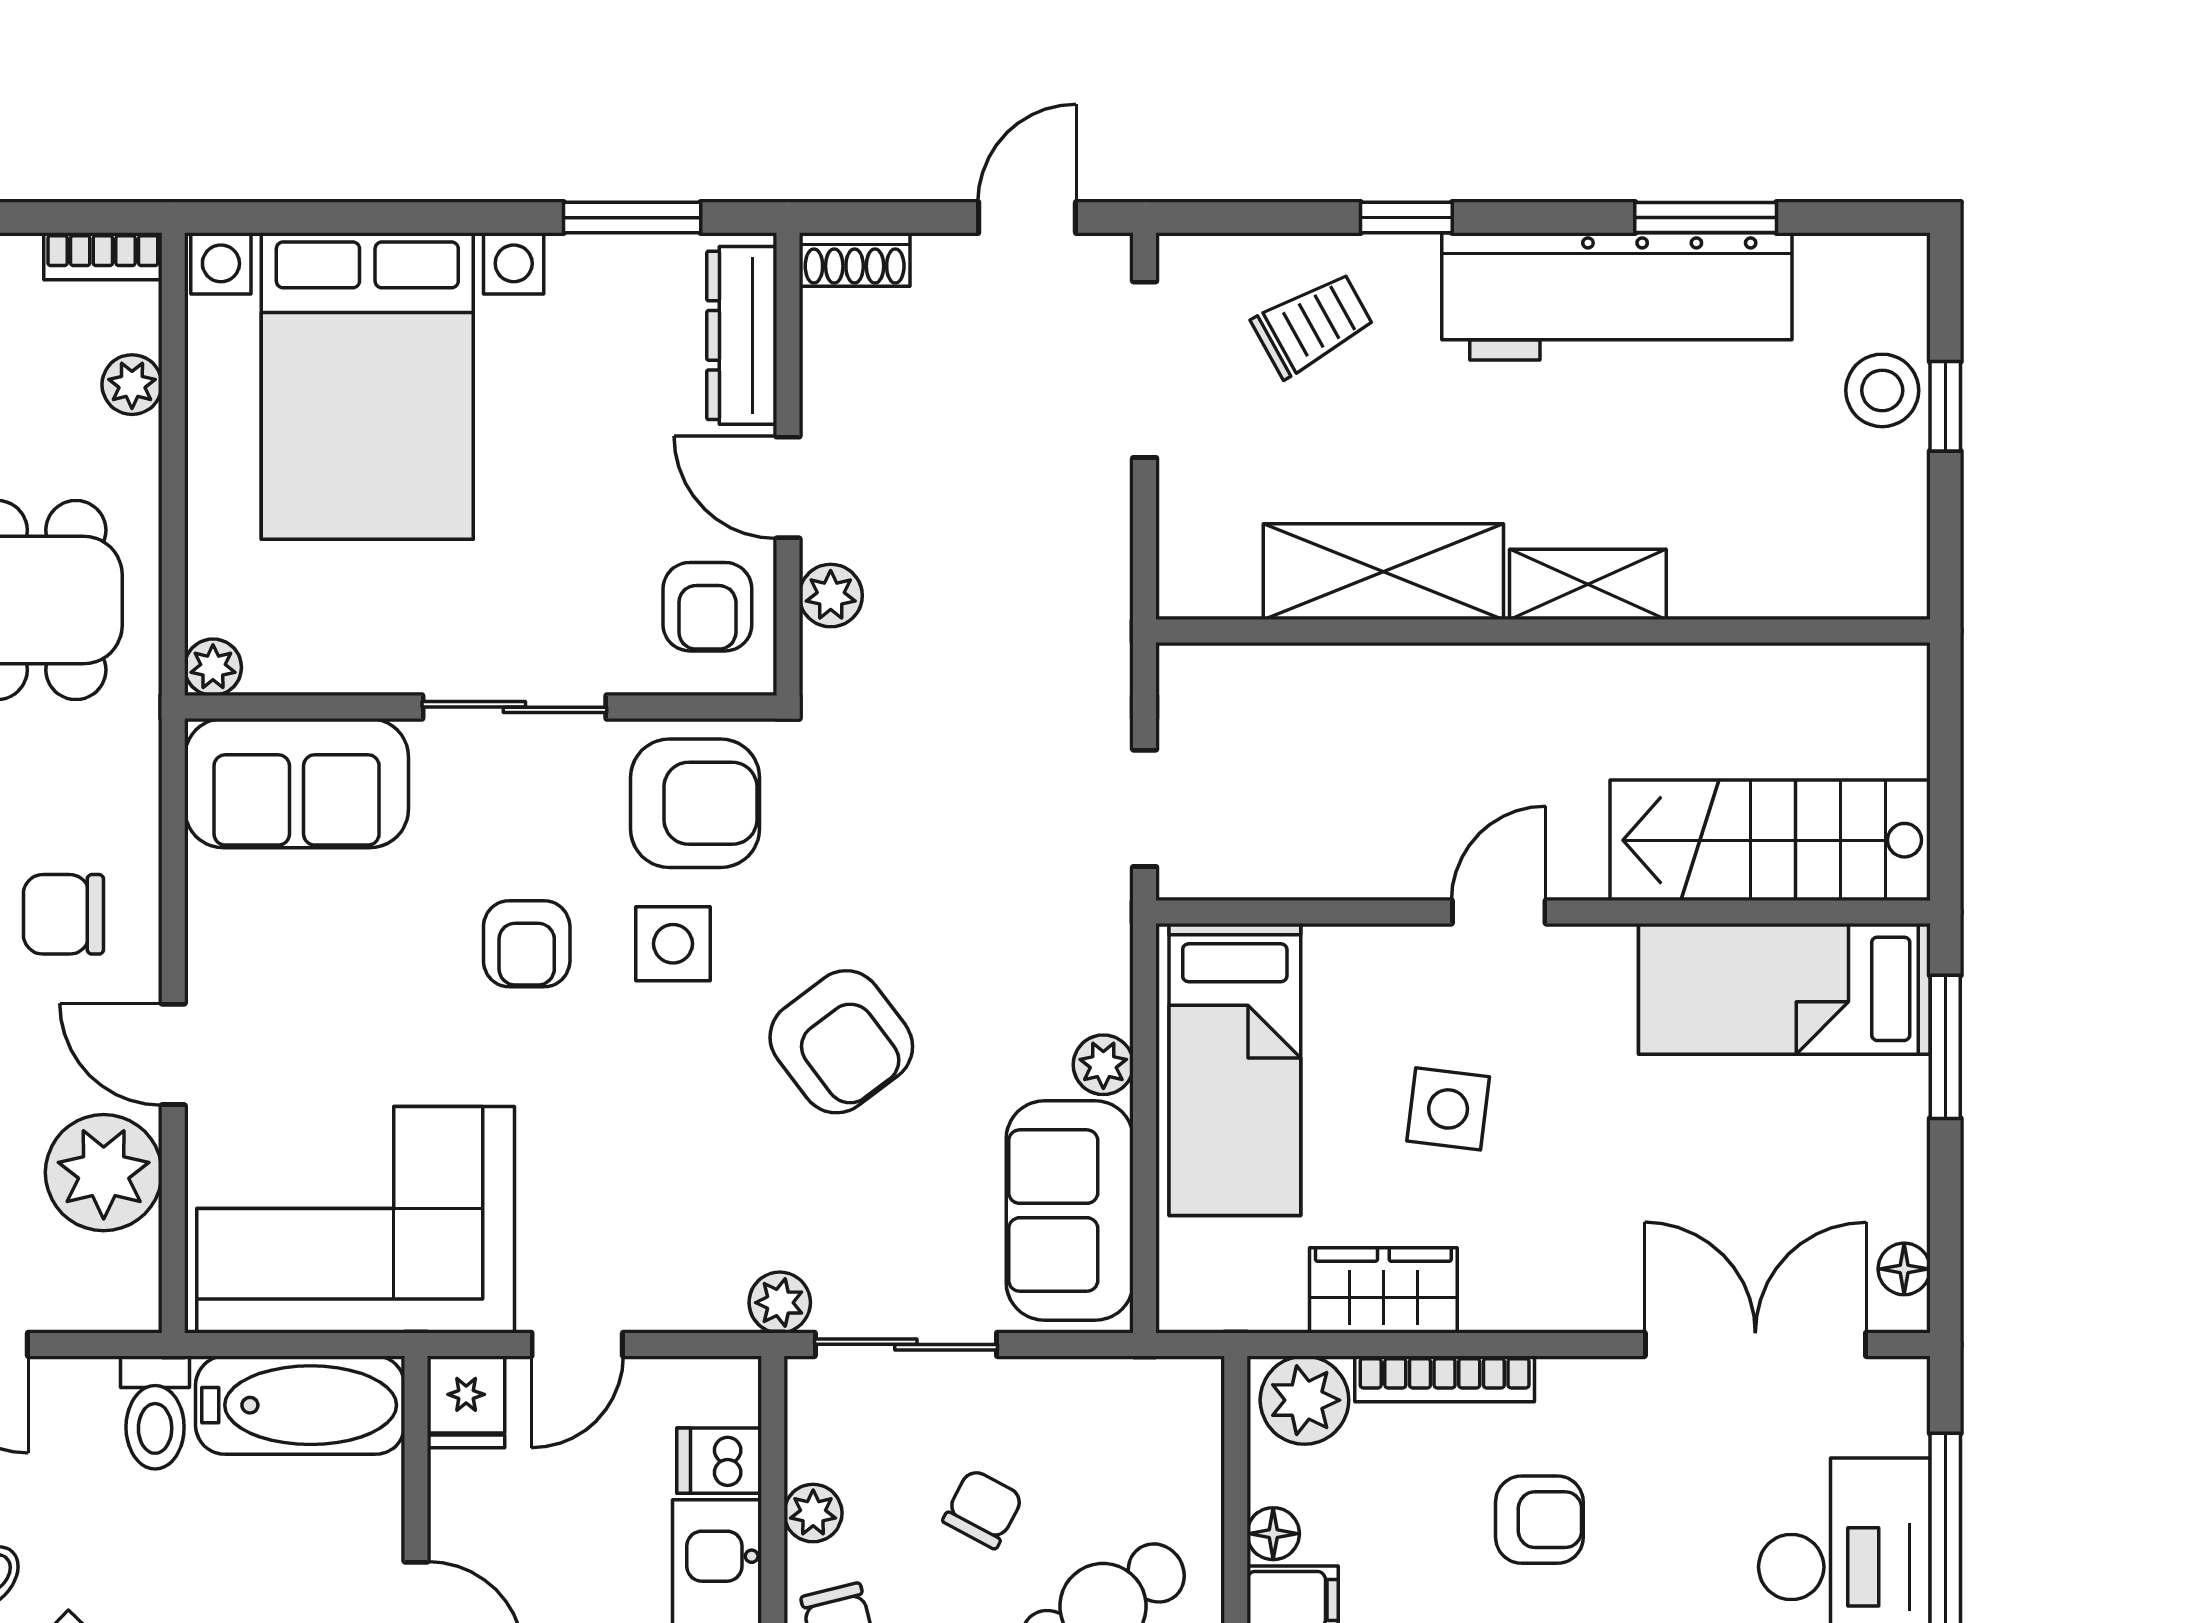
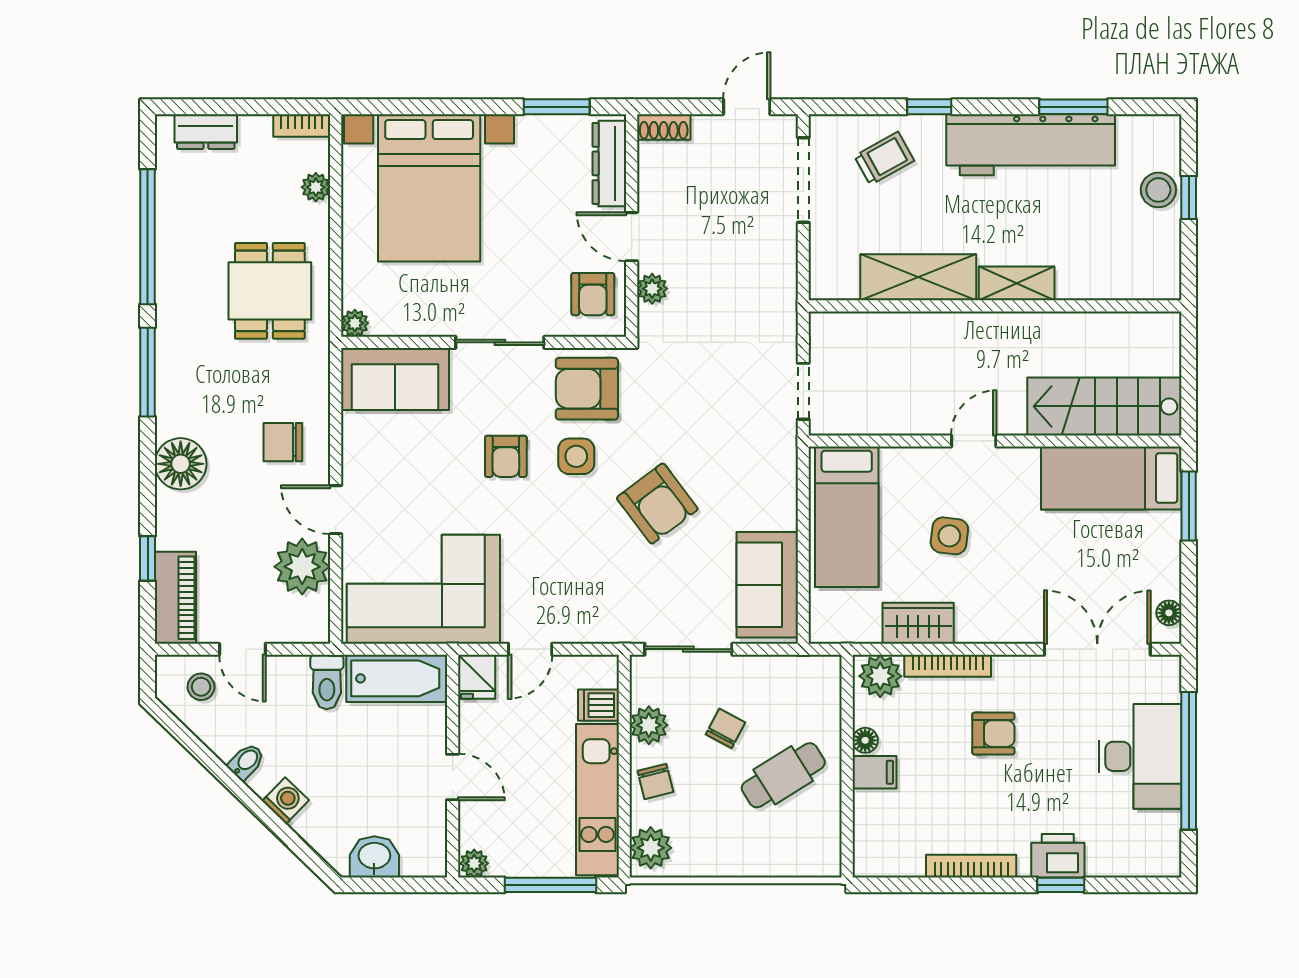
armchair: (695, 803) -> (587, 389), turned 180
plant: (1103, 1065) -> (783, 515), removed
plant: (780, 1303) -> (628, 629), removed
plant: (813, 1513) -> (649, 725), width x1.38, depth x1.38

